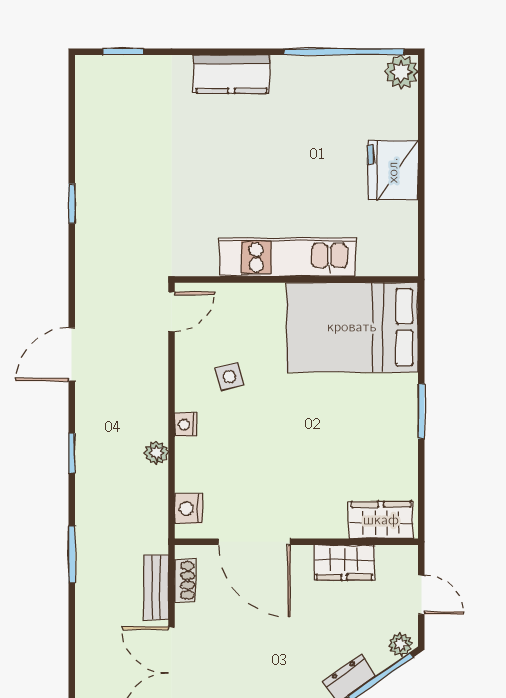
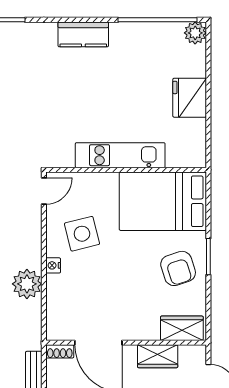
side table: (229, 377) -> (82, 234), width x1.87, depth x1.87
armchair: (375, 429) -> (178, 268), added
plant: (156, 453) -> (27, 284), width x1.88, depth x1.88
nightstand: (189, 509) -> (55, 321), removed
shoe rack: (185, 580) -> (60, 351), moved, turned 90

